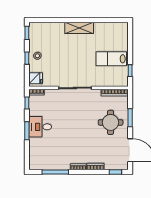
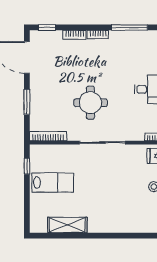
shelving: (79, 28) -> (67, 225), moved
round table: (111, 122) -> (90, 103), moved

